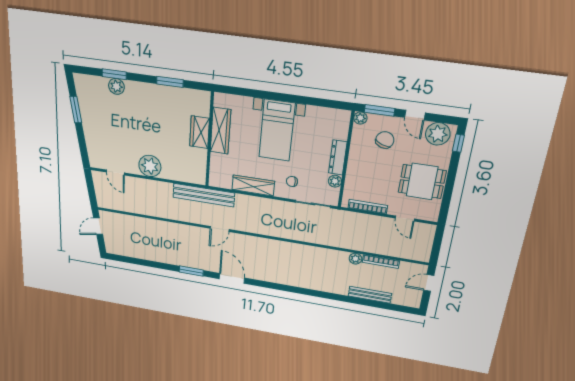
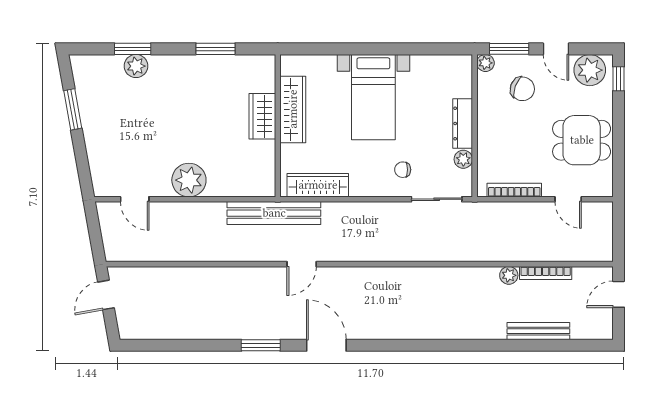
chair: (385, 140) -> (522, 89), turned 90
wardrobe: (253, 185) -> (318, 185), moved

